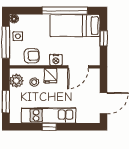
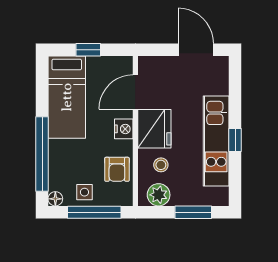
window: (65, 11) -> (42, 154), moved
armchair: (32, 56) -> (117, 169), turned 180
door: (78, 67) -> (135, 92), swing flipped
fridge: (51, 76) -> (154, 129), width x1.88, depth x1.34

